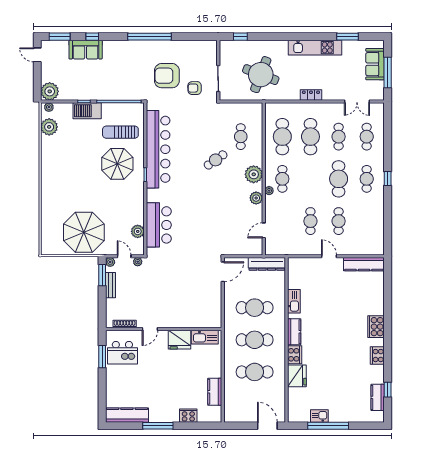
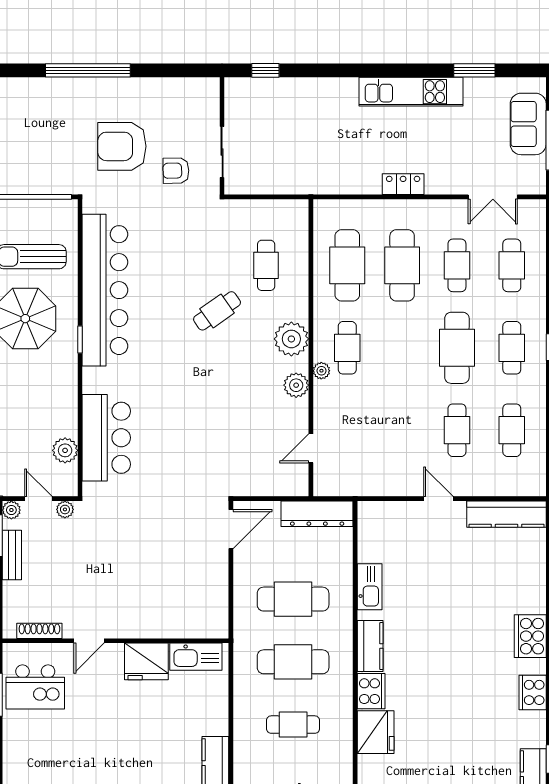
round table: (261, 75) -> (305, 144), removed
cafe table: (310, 221) -> (512, 430), moved
cafe table: (255, 372) -> (293, 725), width x0.73, depth x0.74

